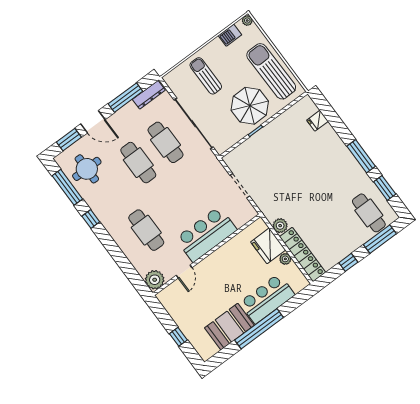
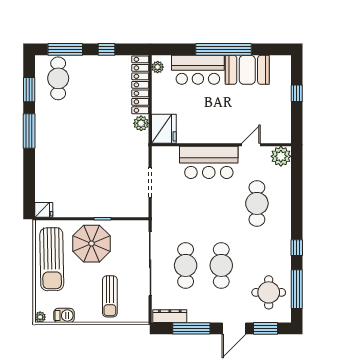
fridge: (317, 121) -> (44, 210), moved
door: (93, 122) -> (234, 328), swing flipped
fridge: (268, 246) -> (164, 129), moved
plant: (285, 259) -> (158, 67), moved

